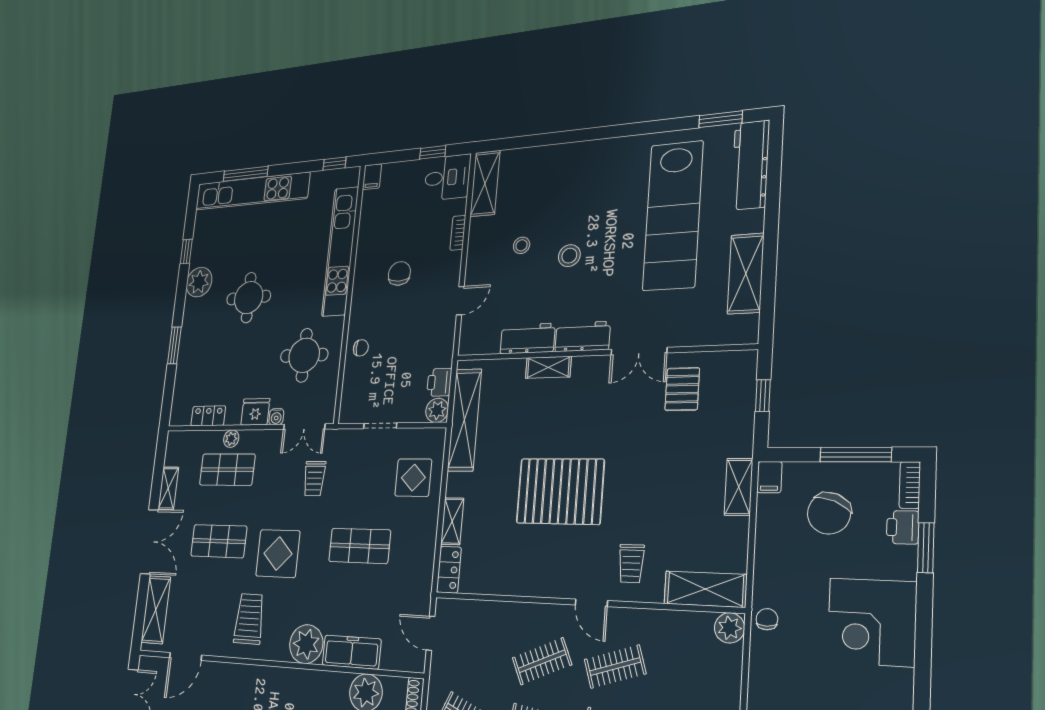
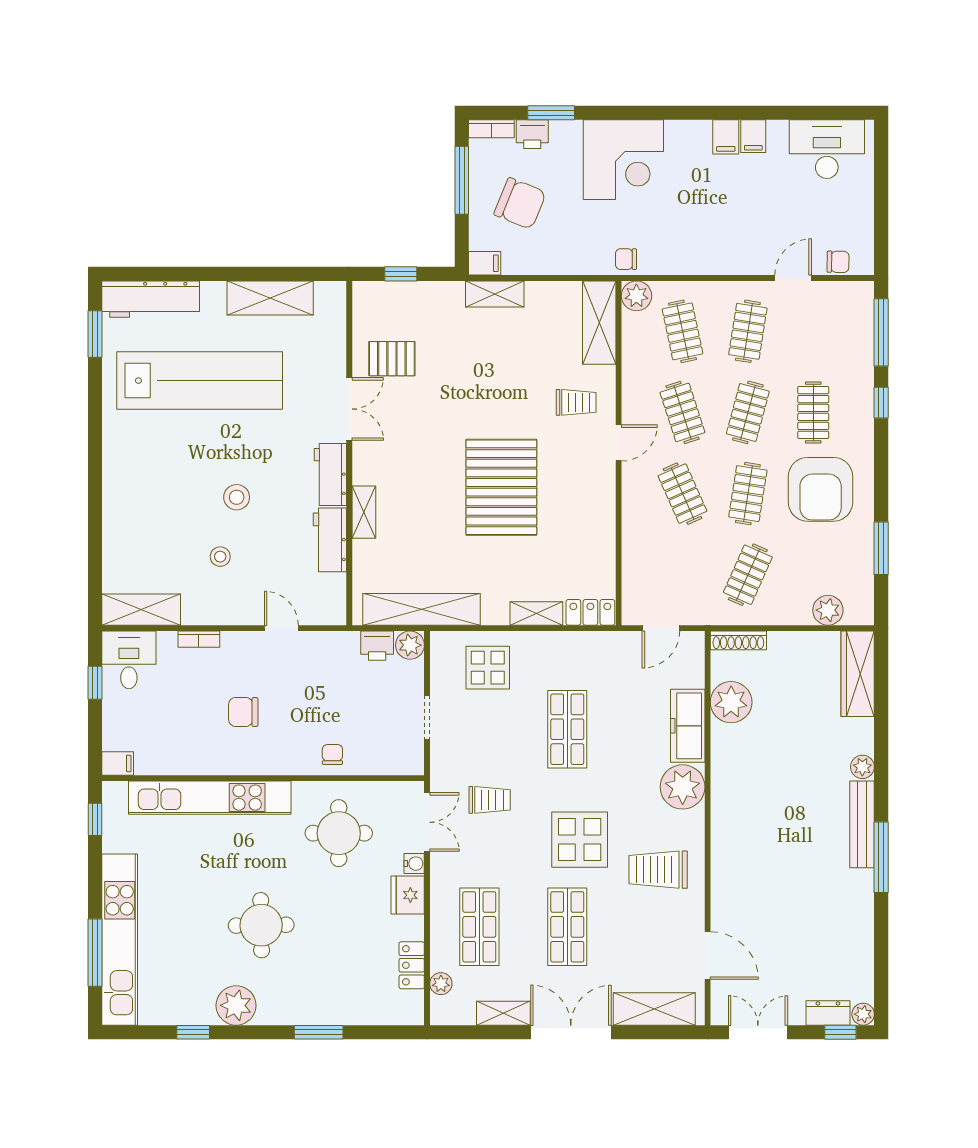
plant: (231, 439) -> (441, 984), moved
clothes rail: (692, 672) -> (682, 331), added

